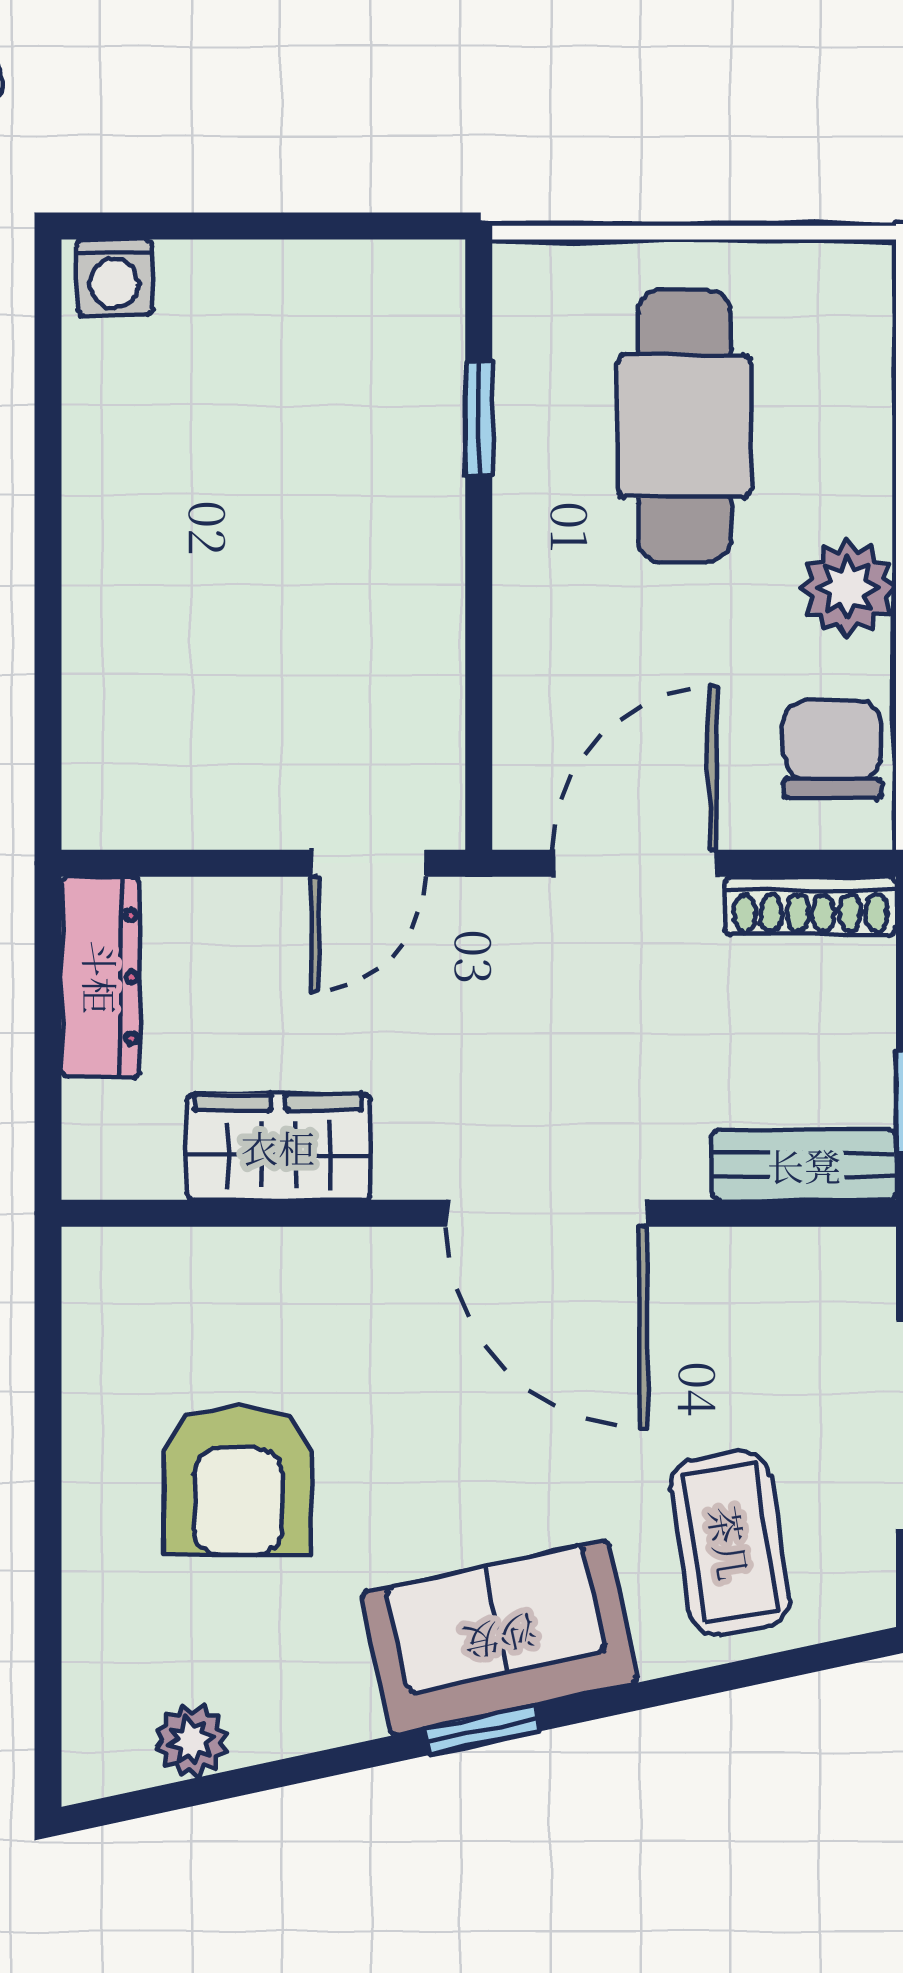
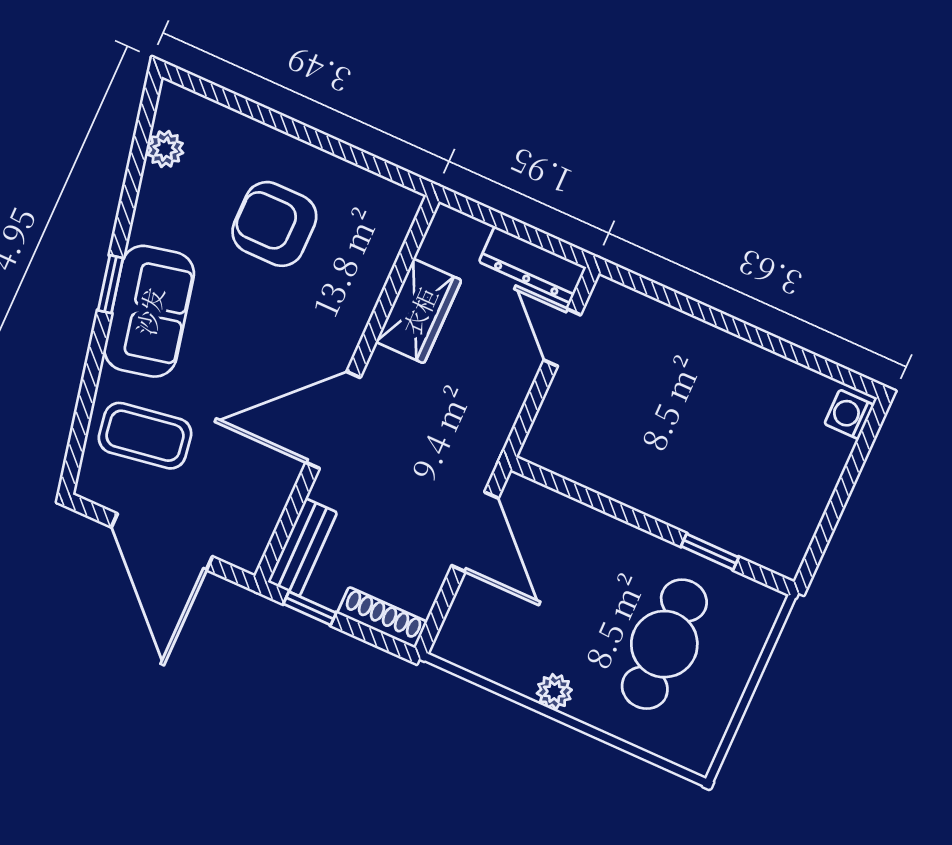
cafe table: (684, 426) -> (664, 644), turned 90
plant: (848, 588) -> (554, 692), width x0.73, depth x0.73
chair: (832, 749) -> (486, 645), removed
door: (368, 863) -> (562, 337), moved
shoe rack: (810, 906) -> (382, 617), moved, turned 90

